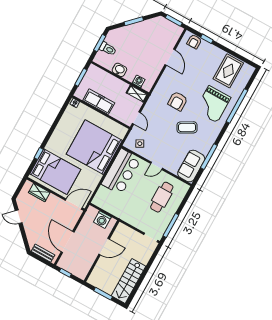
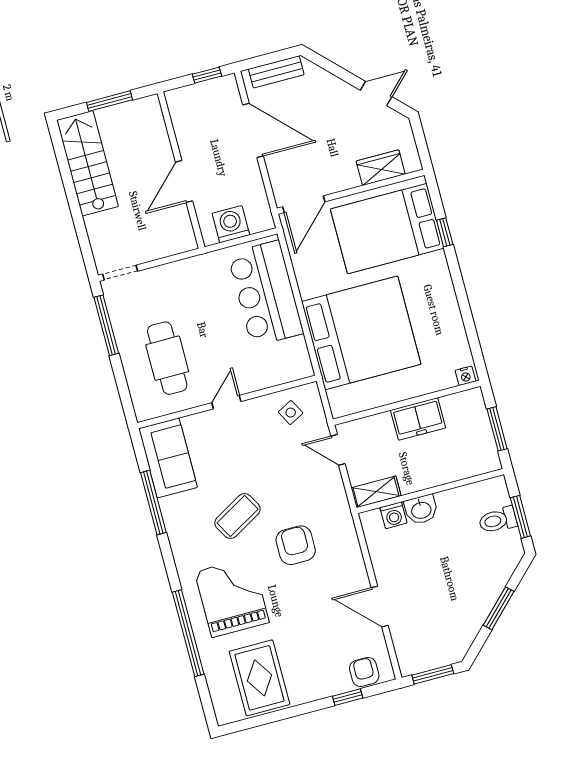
washbasin: (119, 70) -> (421, 510), moved
freezer: (99, 102) -> (418, 419), width x0.71
bar counter: (121, 172) -> (266, 293), moved

